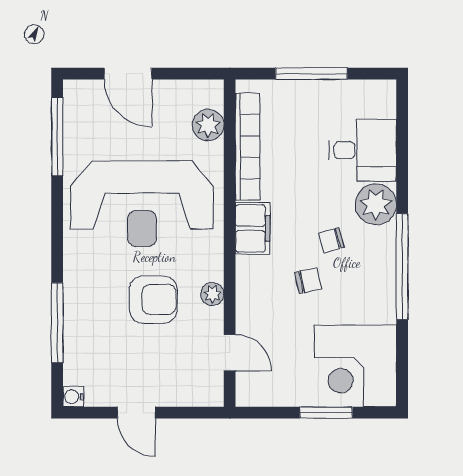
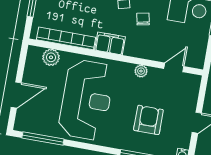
armchair: (153, 299) -> (148, 120), moved

